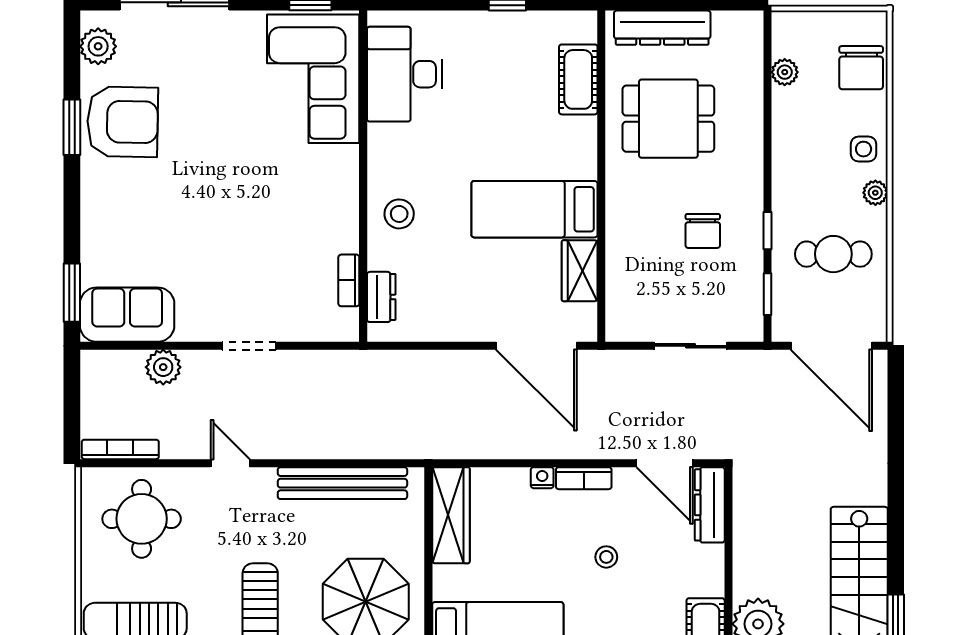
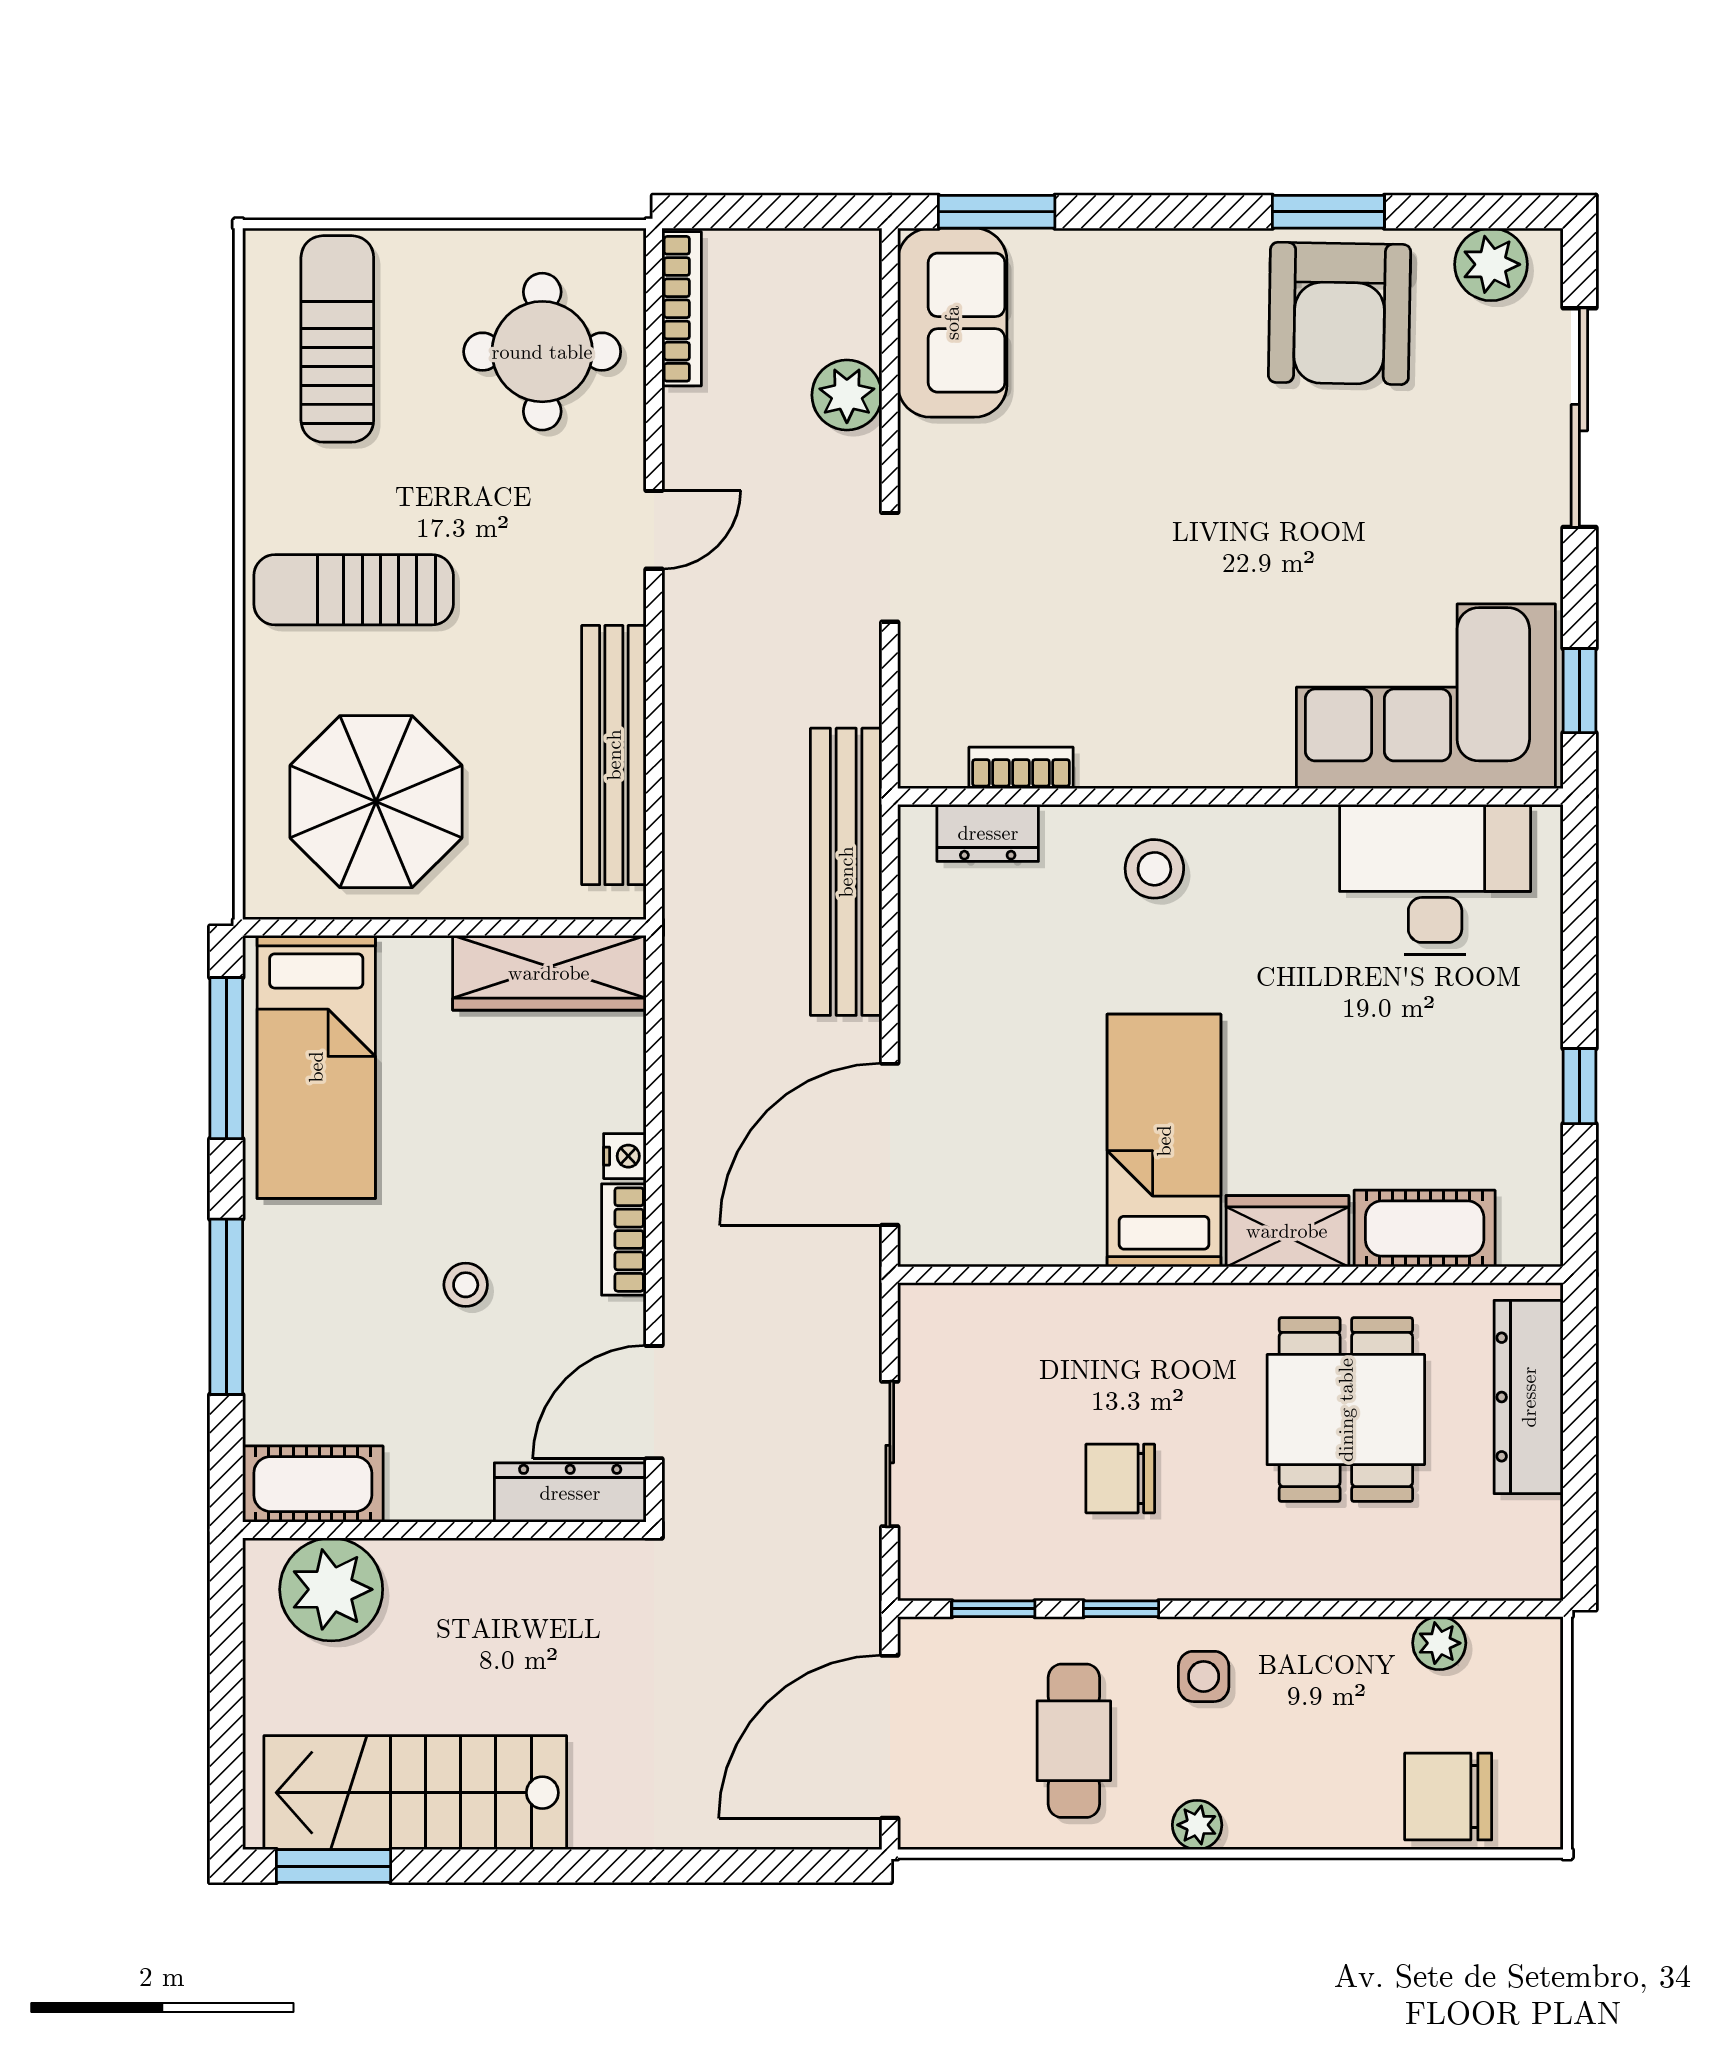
side table: (864, 149) -> (1204, 1676), moved
wardrobe: (580, 271) -> (1287, 1231), moved
bench: (401, 367) -> (846, 872), added

